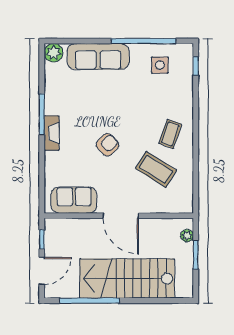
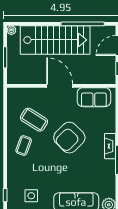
armchair: (108, 145) -> (69, 138), width x1.88, depth x1.88
plant: (187, 236) -> (11, 30), moved

